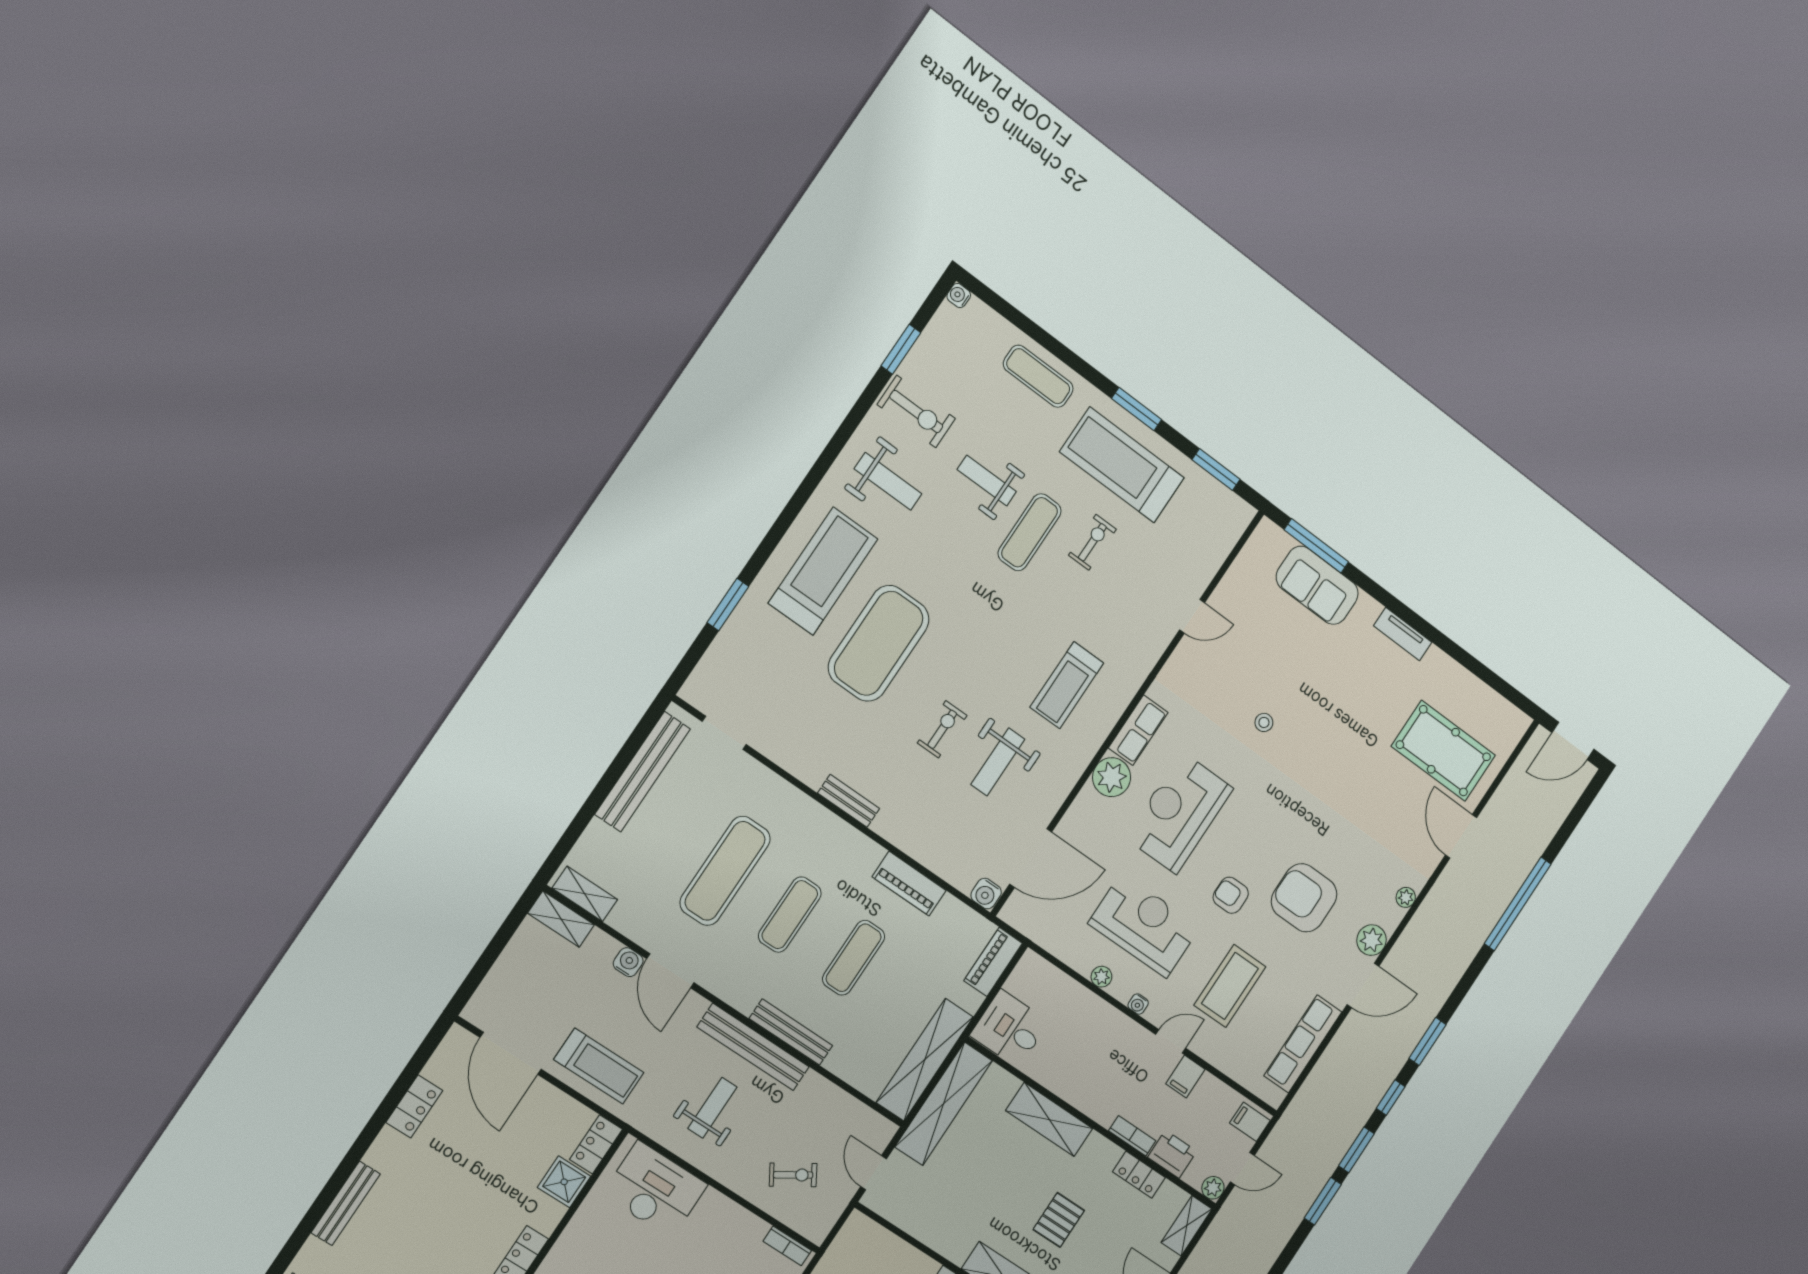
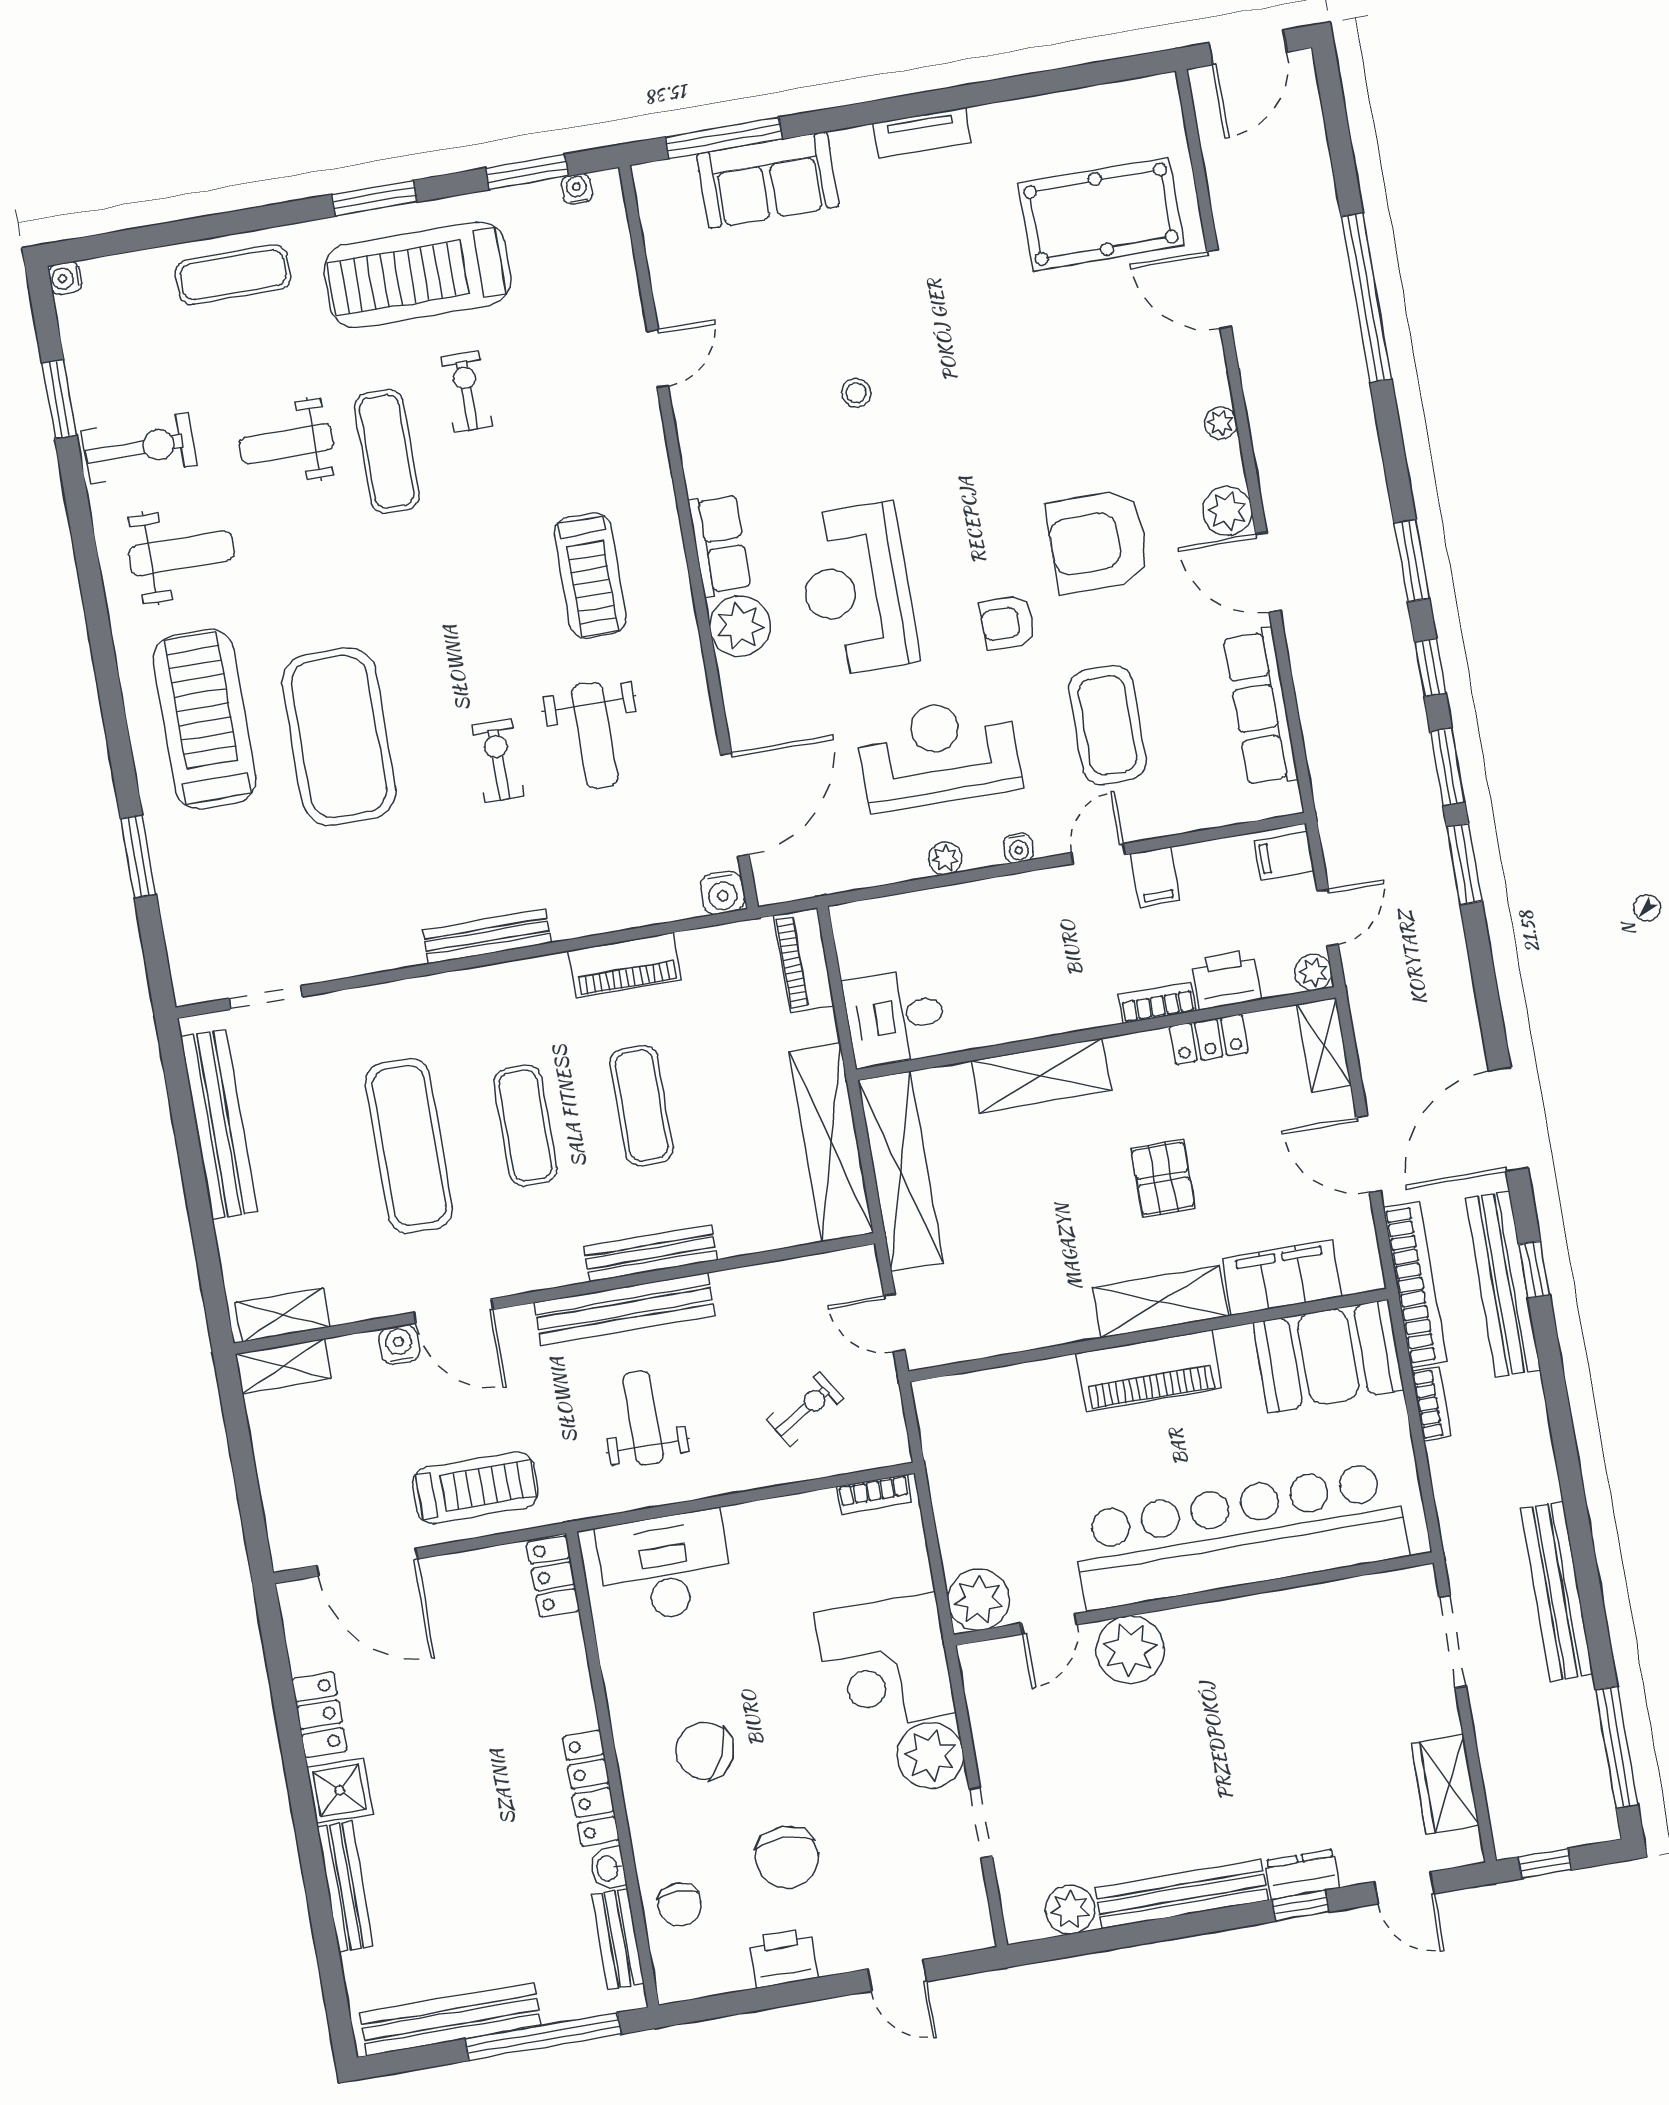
water cooler: (1230, 501) -> (577, 189), added
bench: (849, 801) -> (487, 936), width x1.36
door: (1363, 985) -> (1268, 572), swing flipped
shower: (564, 1182) -> (340, 1790), moved

